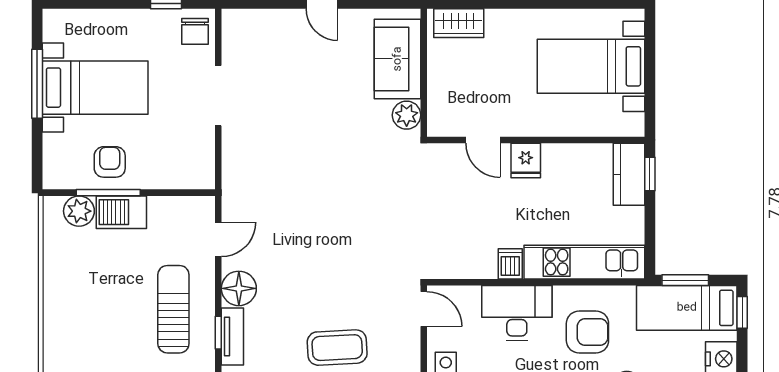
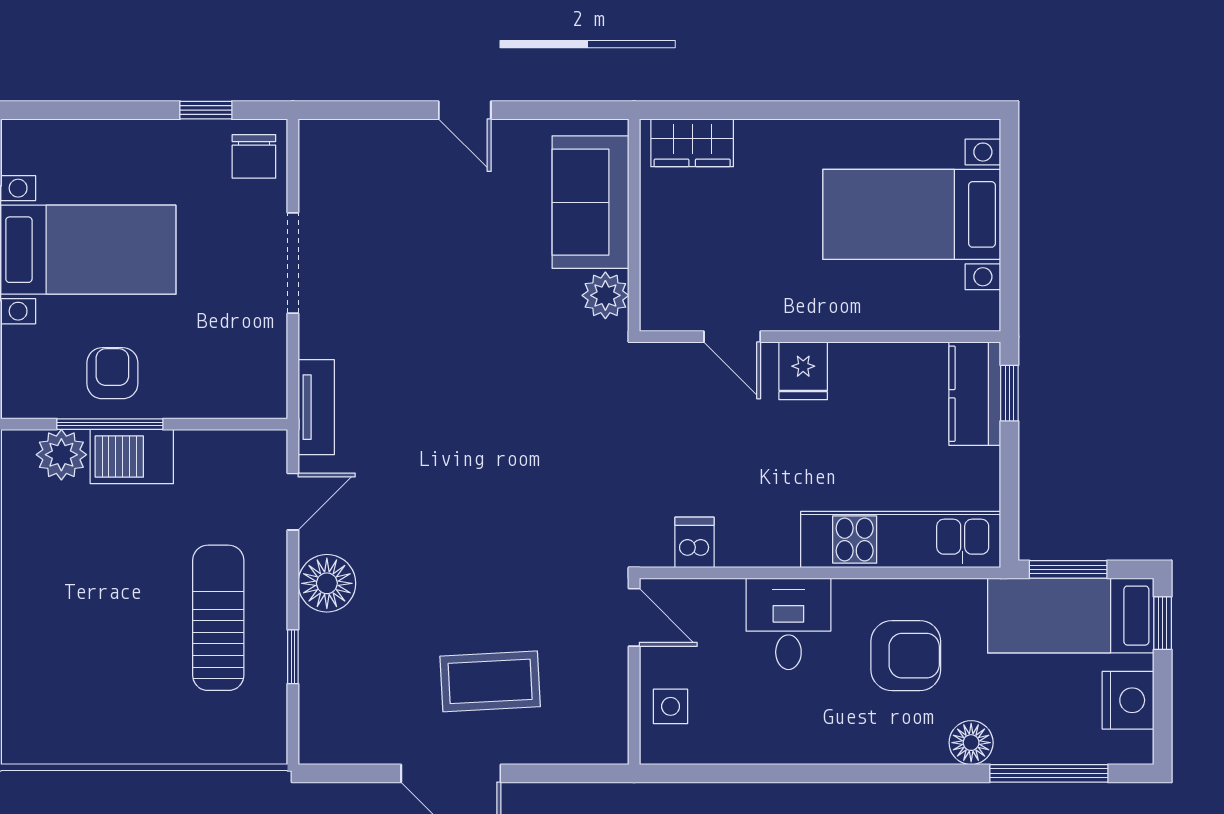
dishwasher: (510, 264) -> (694, 542), moved
desk: (517, 313) -> (788, 624), width x0.73
tv unit: (232, 337) -> (316, 407), moved

